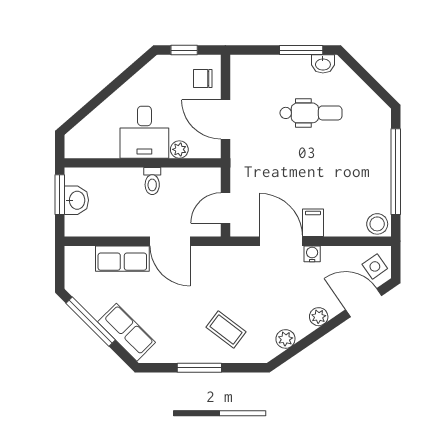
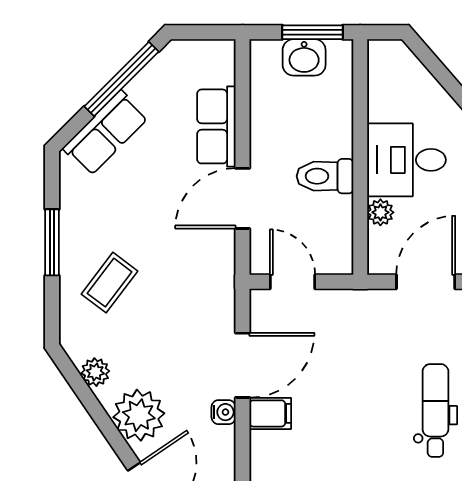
dental chair: (311, 113) -> (435, 411), turned 180
toilet: (152, 181) -> (325, 176), width x1.37, depth x1.39
plant: (319, 317) -> (139, 415), width x1.88, depth x1.88

